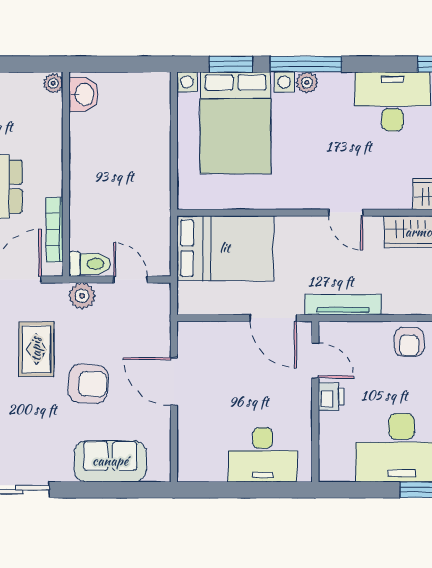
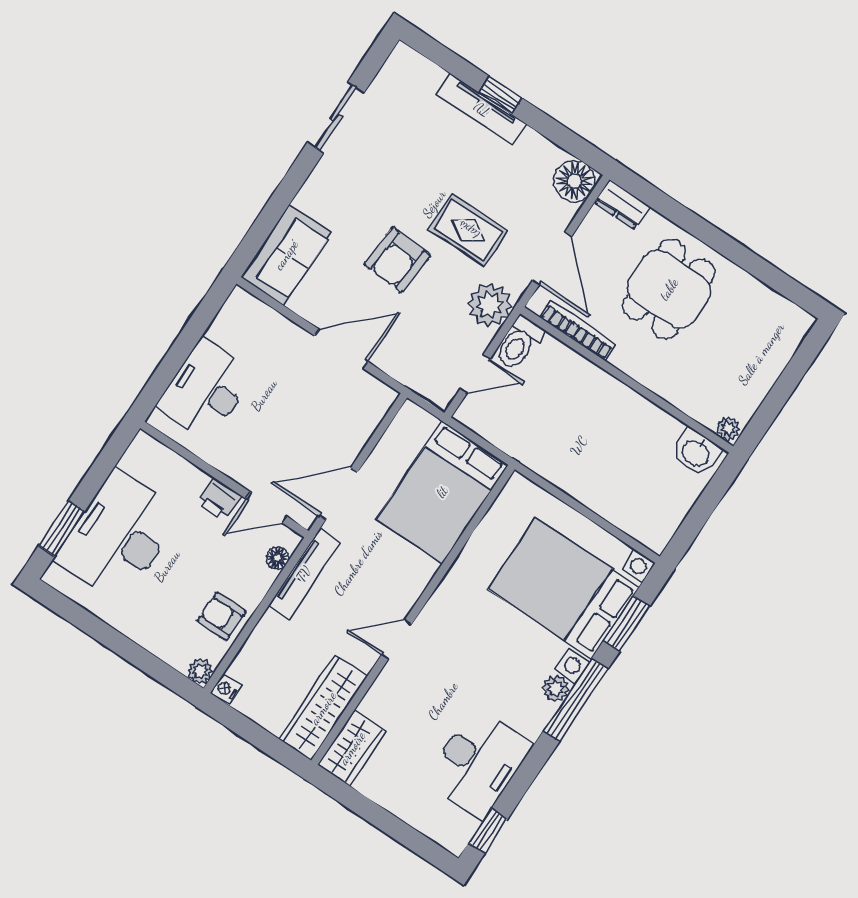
plant: (82, 296) -> (490, 305), width x1.36, depth x1.36
floor lamp: (344, 330) -> (277, 558), added
sofa: (110, 461) -> (286, 255), moved

